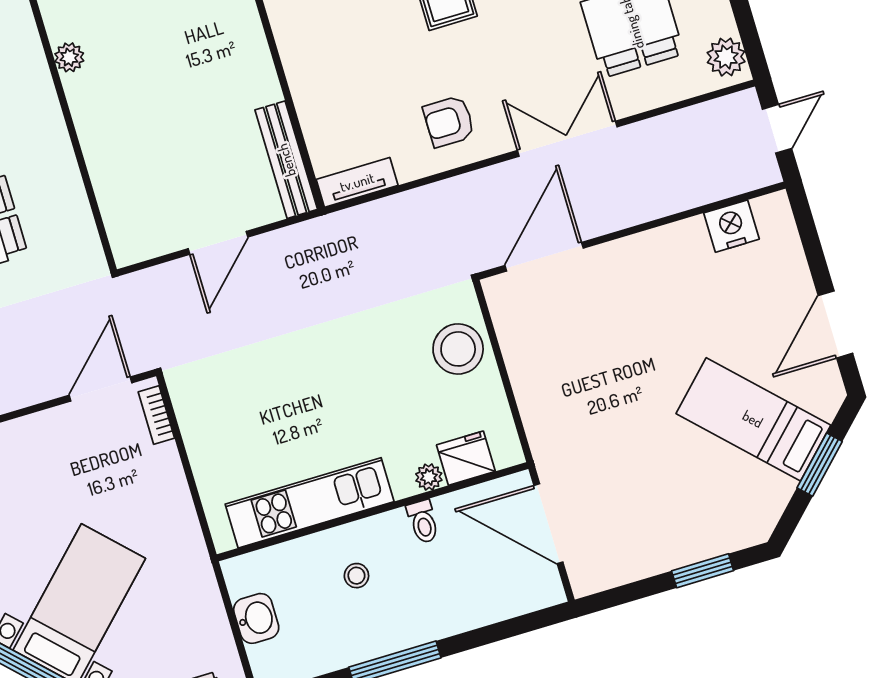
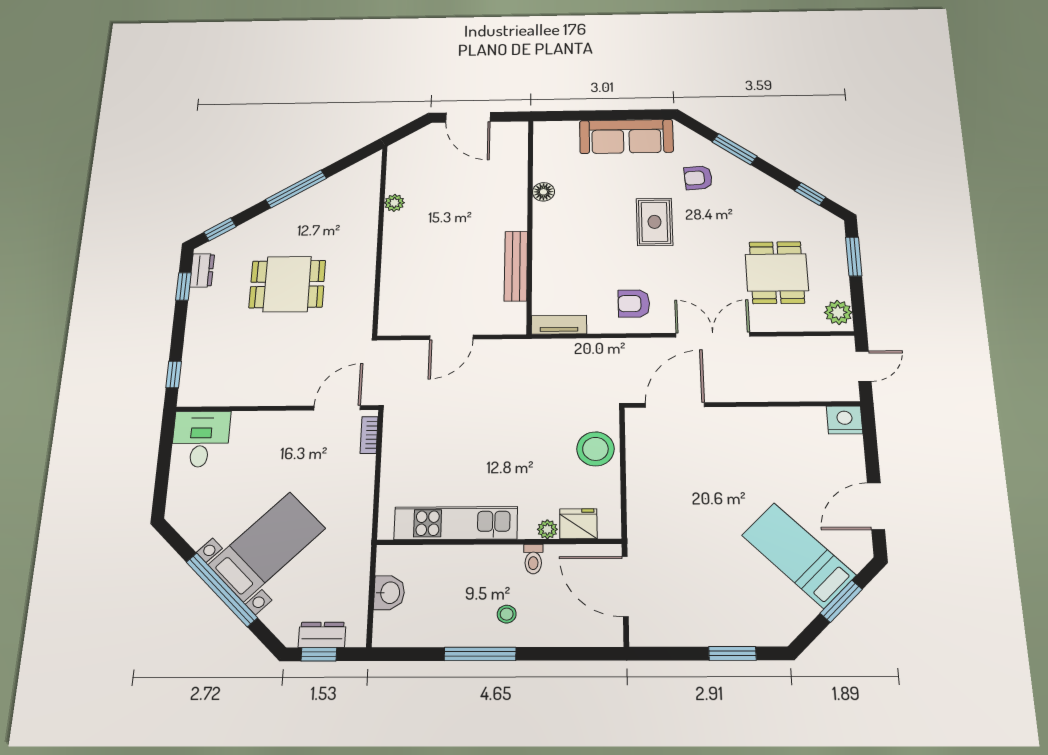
bench: (286, 160) -> (516, 266), moved
nightstand: (732, 226) -> (845, 420), moved
stool: (356, 576) -> (507, 614), moved

